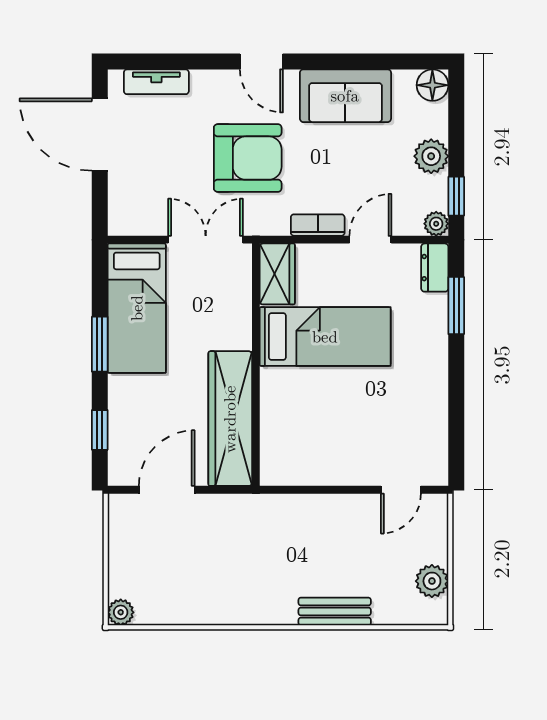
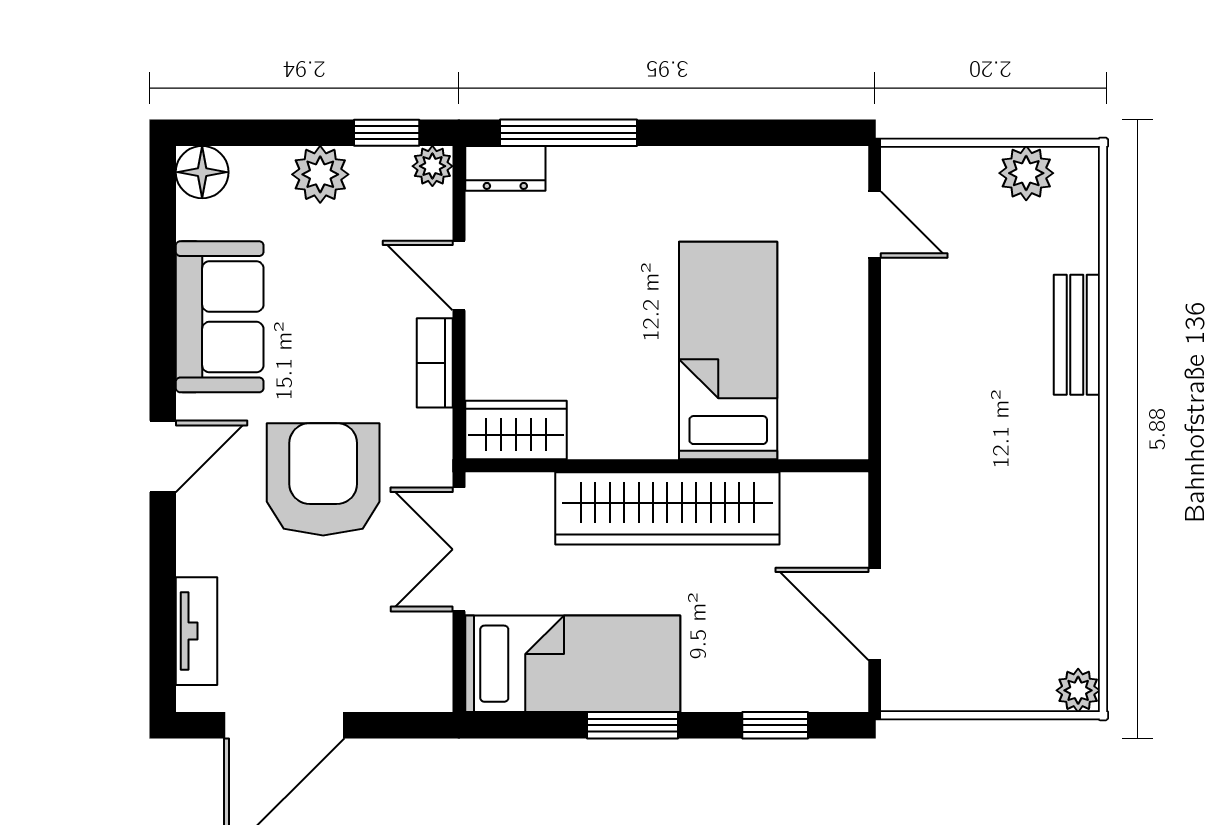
window: (456, 306) -> (568, 133), width x1.44
bed: (325, 337) -> (728, 351), moved
wardrobe: (230, 419) -> (667, 508), moved

